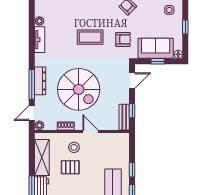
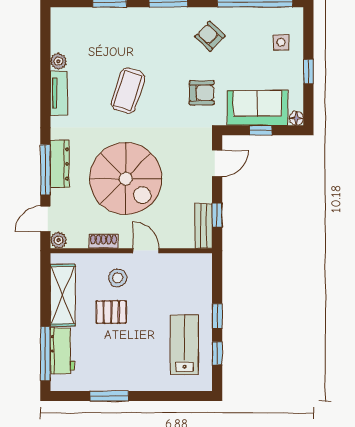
coffee table: (90, 37) -> (128, 91), moved, turned -72

